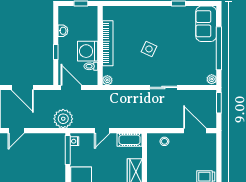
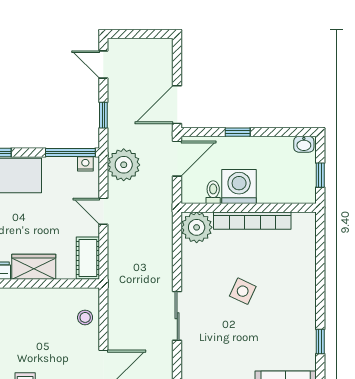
washbasin: (63, 31) -> (304, 144), moved
plant: (107, 80) -> (197, 227), width x1.88, depth x1.88
door: (22, 87) -> (177, 105), moved
plant: (63, 119) -> (124, 165), moved
window: (46, 131) -> (103, 115), added

